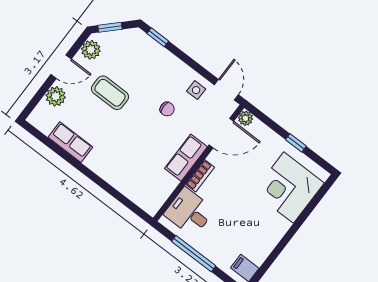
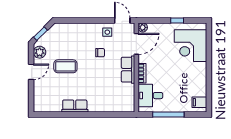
window: (158, 37) -> (68, 20), removed
plant: (56, 96) -> (40, 89), removed
row of seats: (70, 142) -> (75, 106), moved

